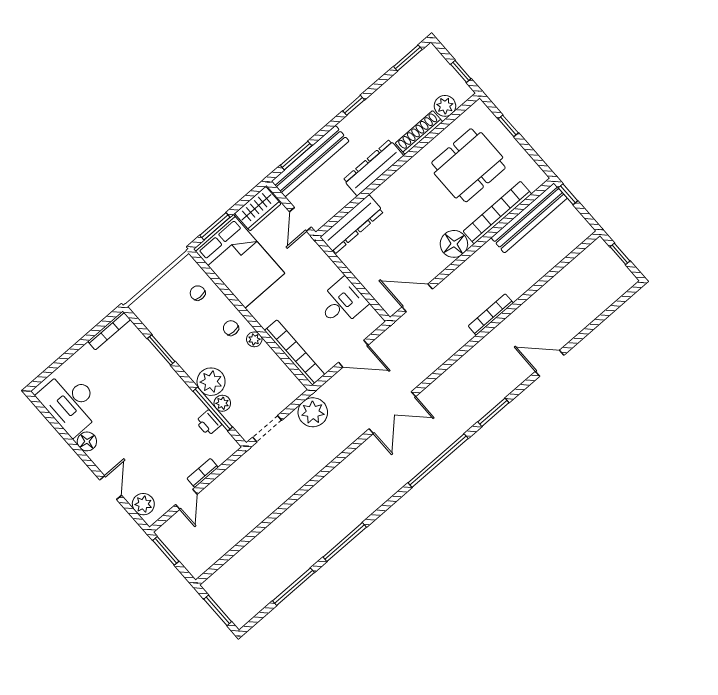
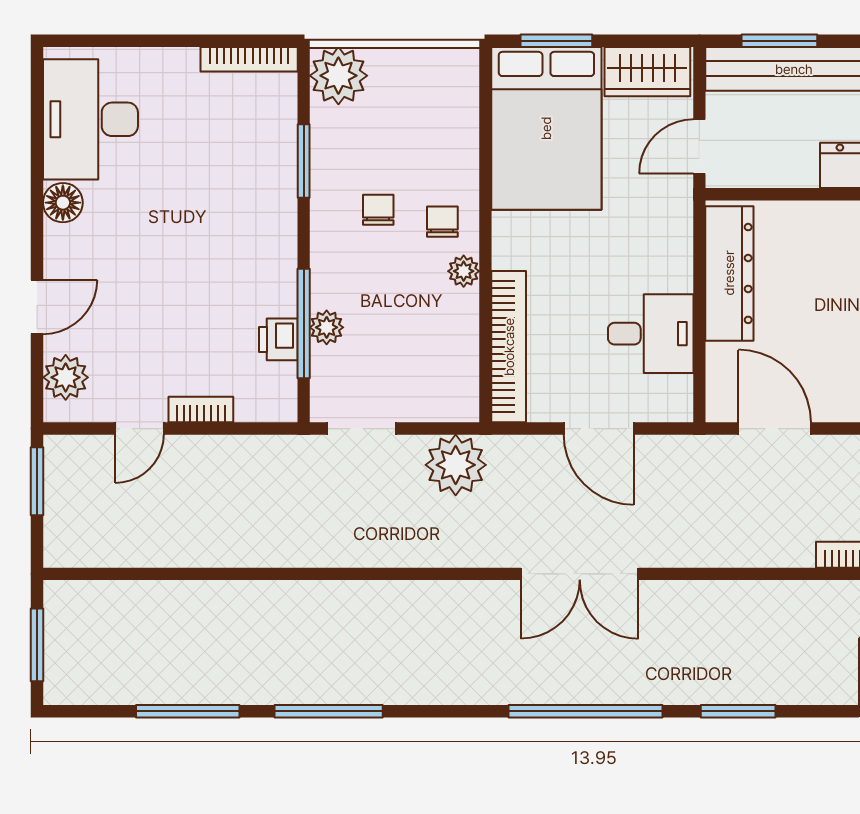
dresser: (352, 224) -> (729, 273), moved, turned -90
chair: (198, 293) -> (378, 210), moved
plant: (211, 382) -> (338, 76), moved

